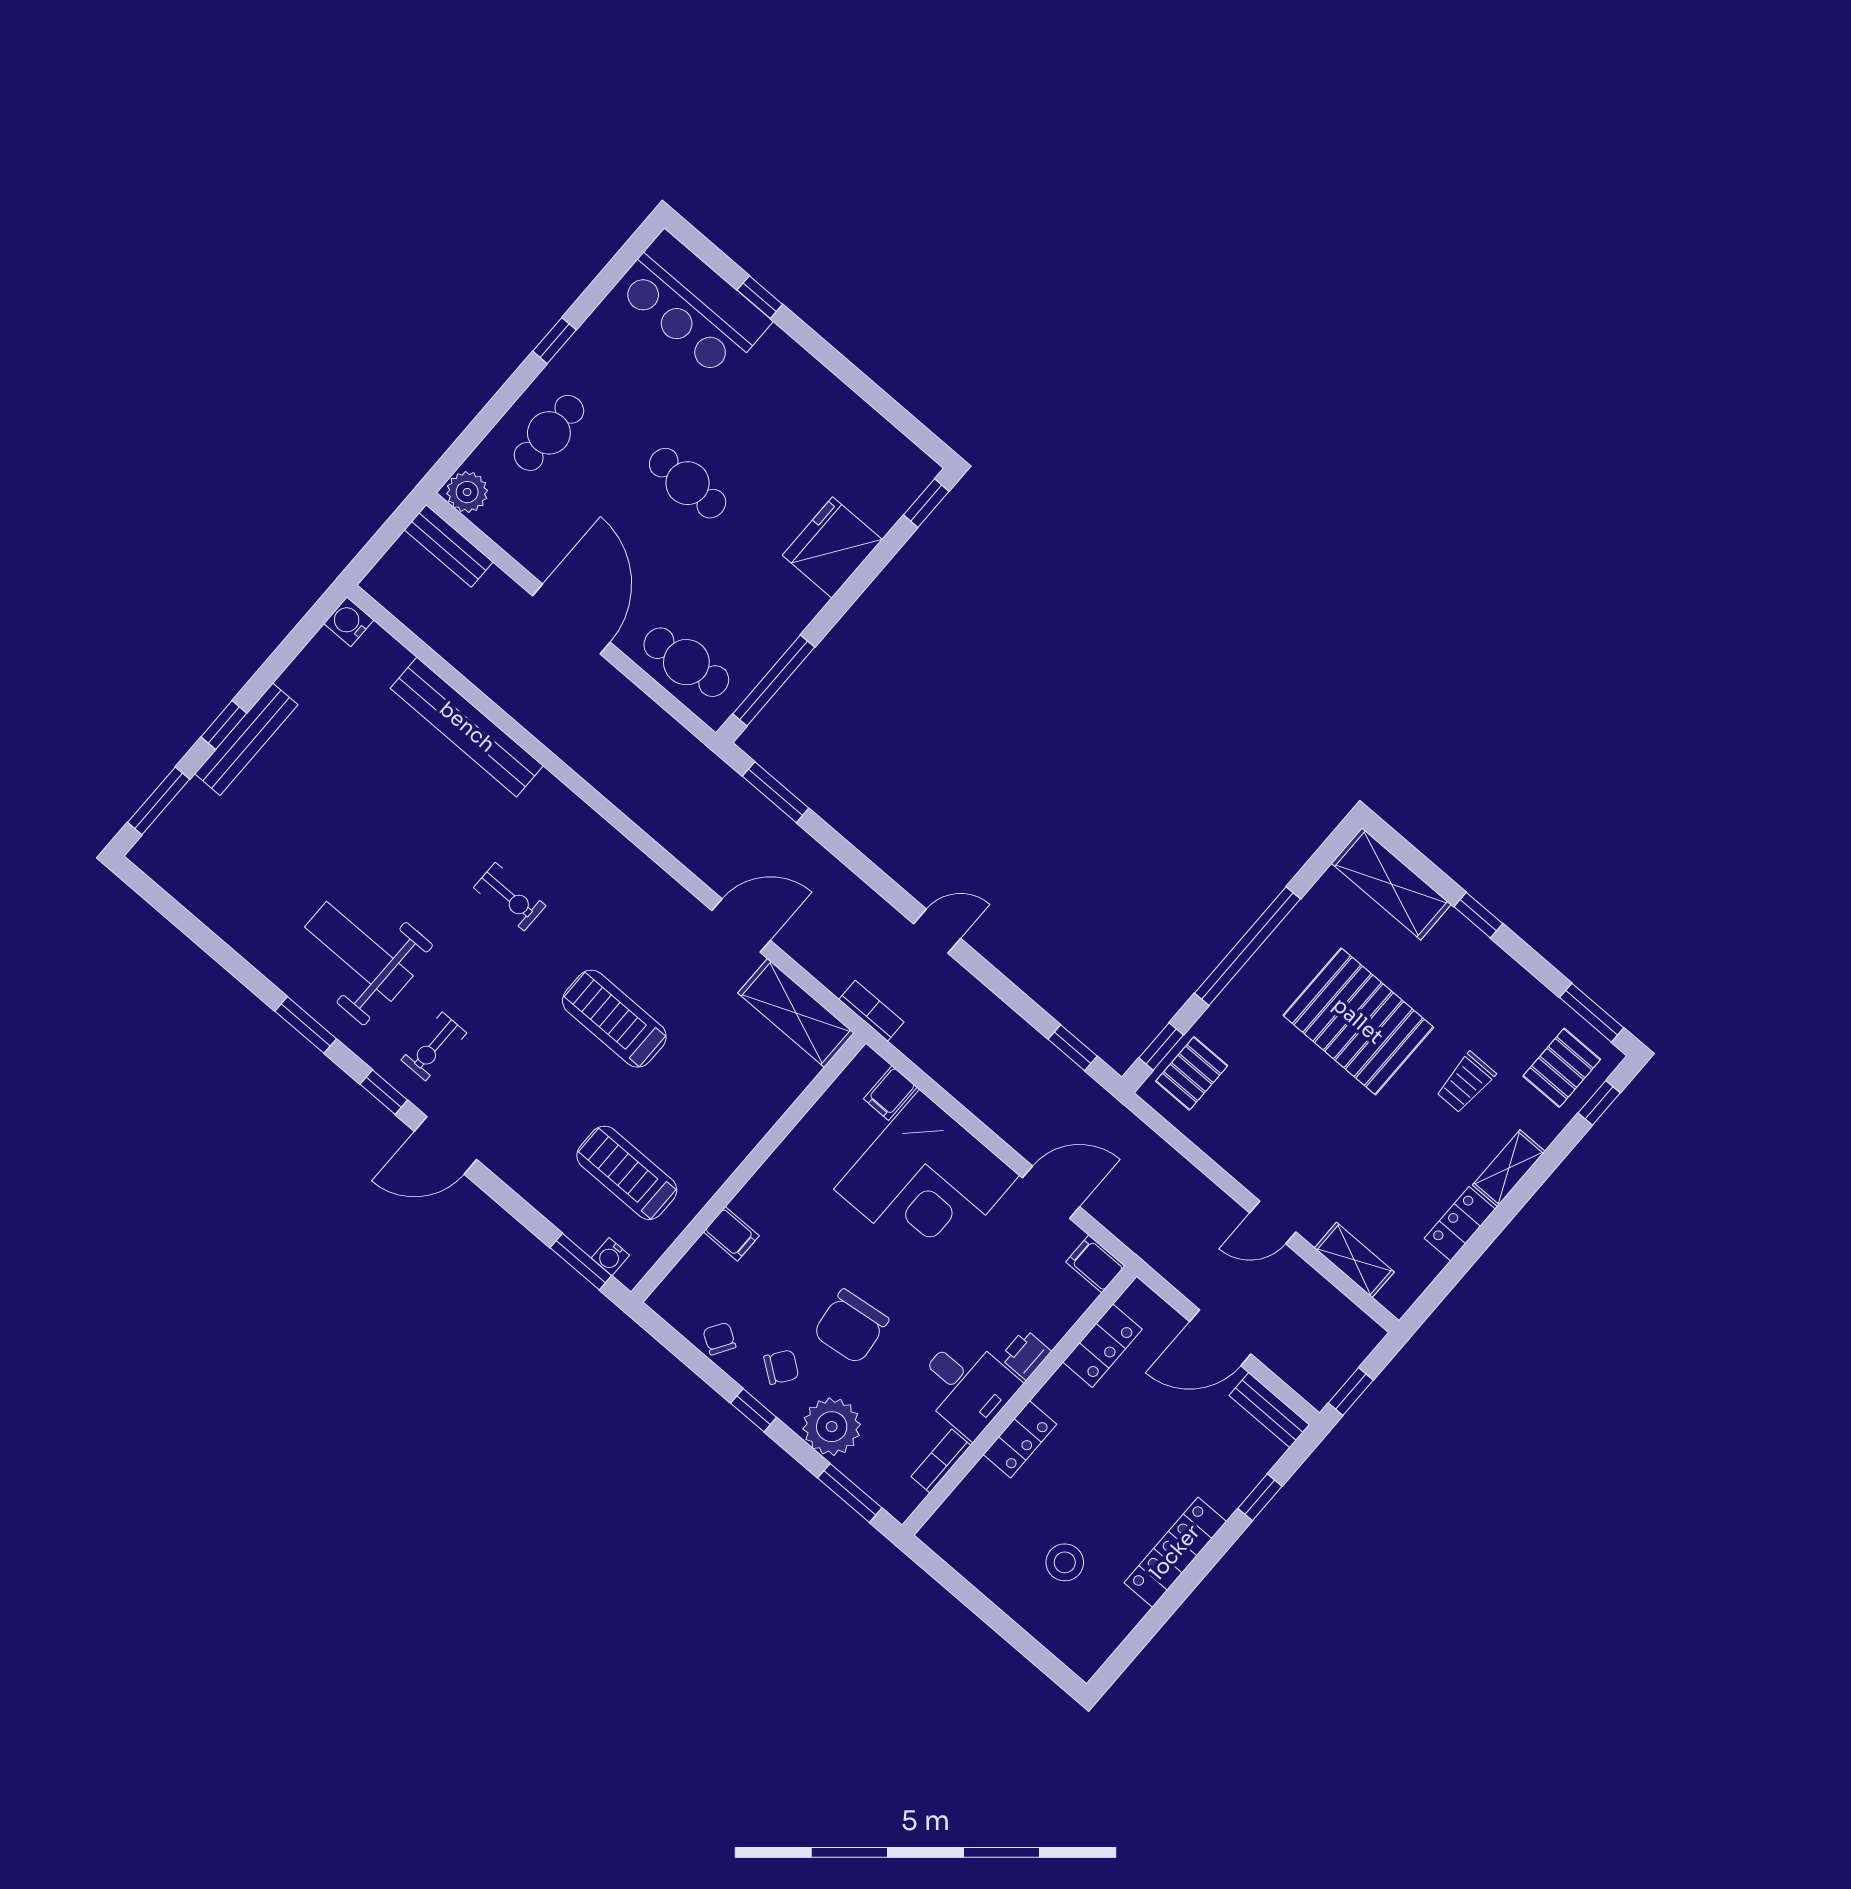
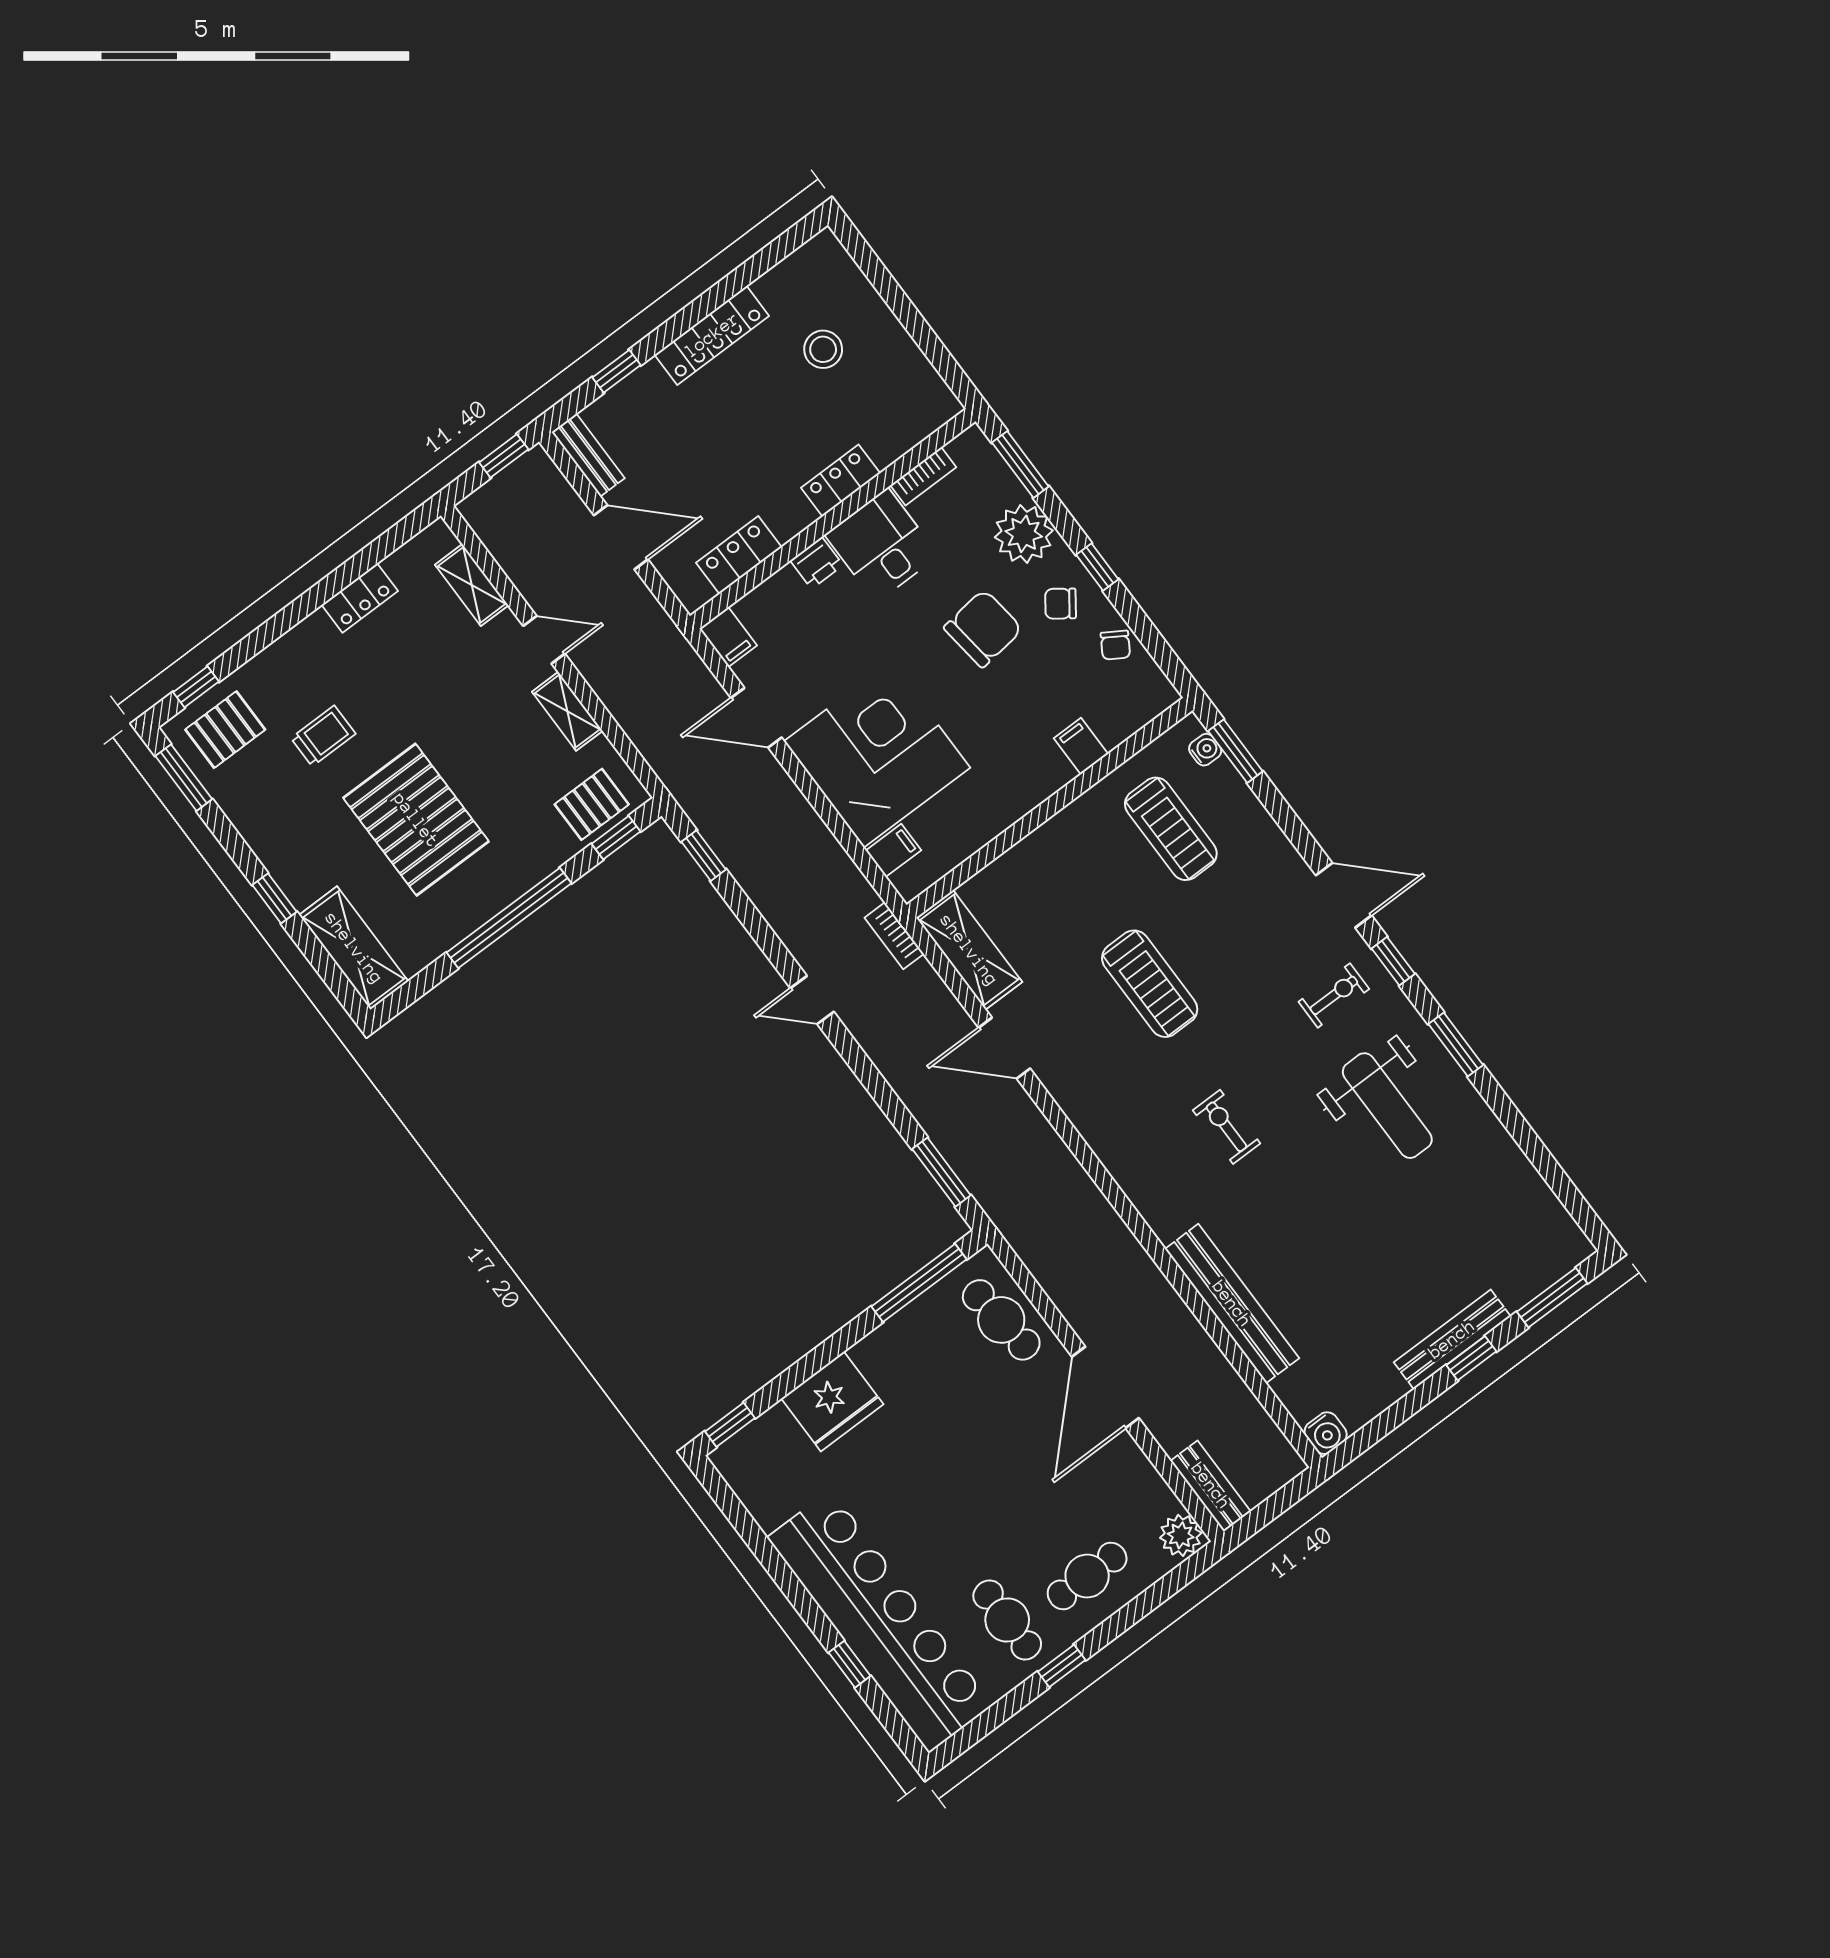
bar counter: (693, 305) -> (880, 1621), width x1.86
cafe table: (688, 483) -> (1007, 1620), moved
shelving: (1509, 1168) -> (567, 711), moved, turned 90

